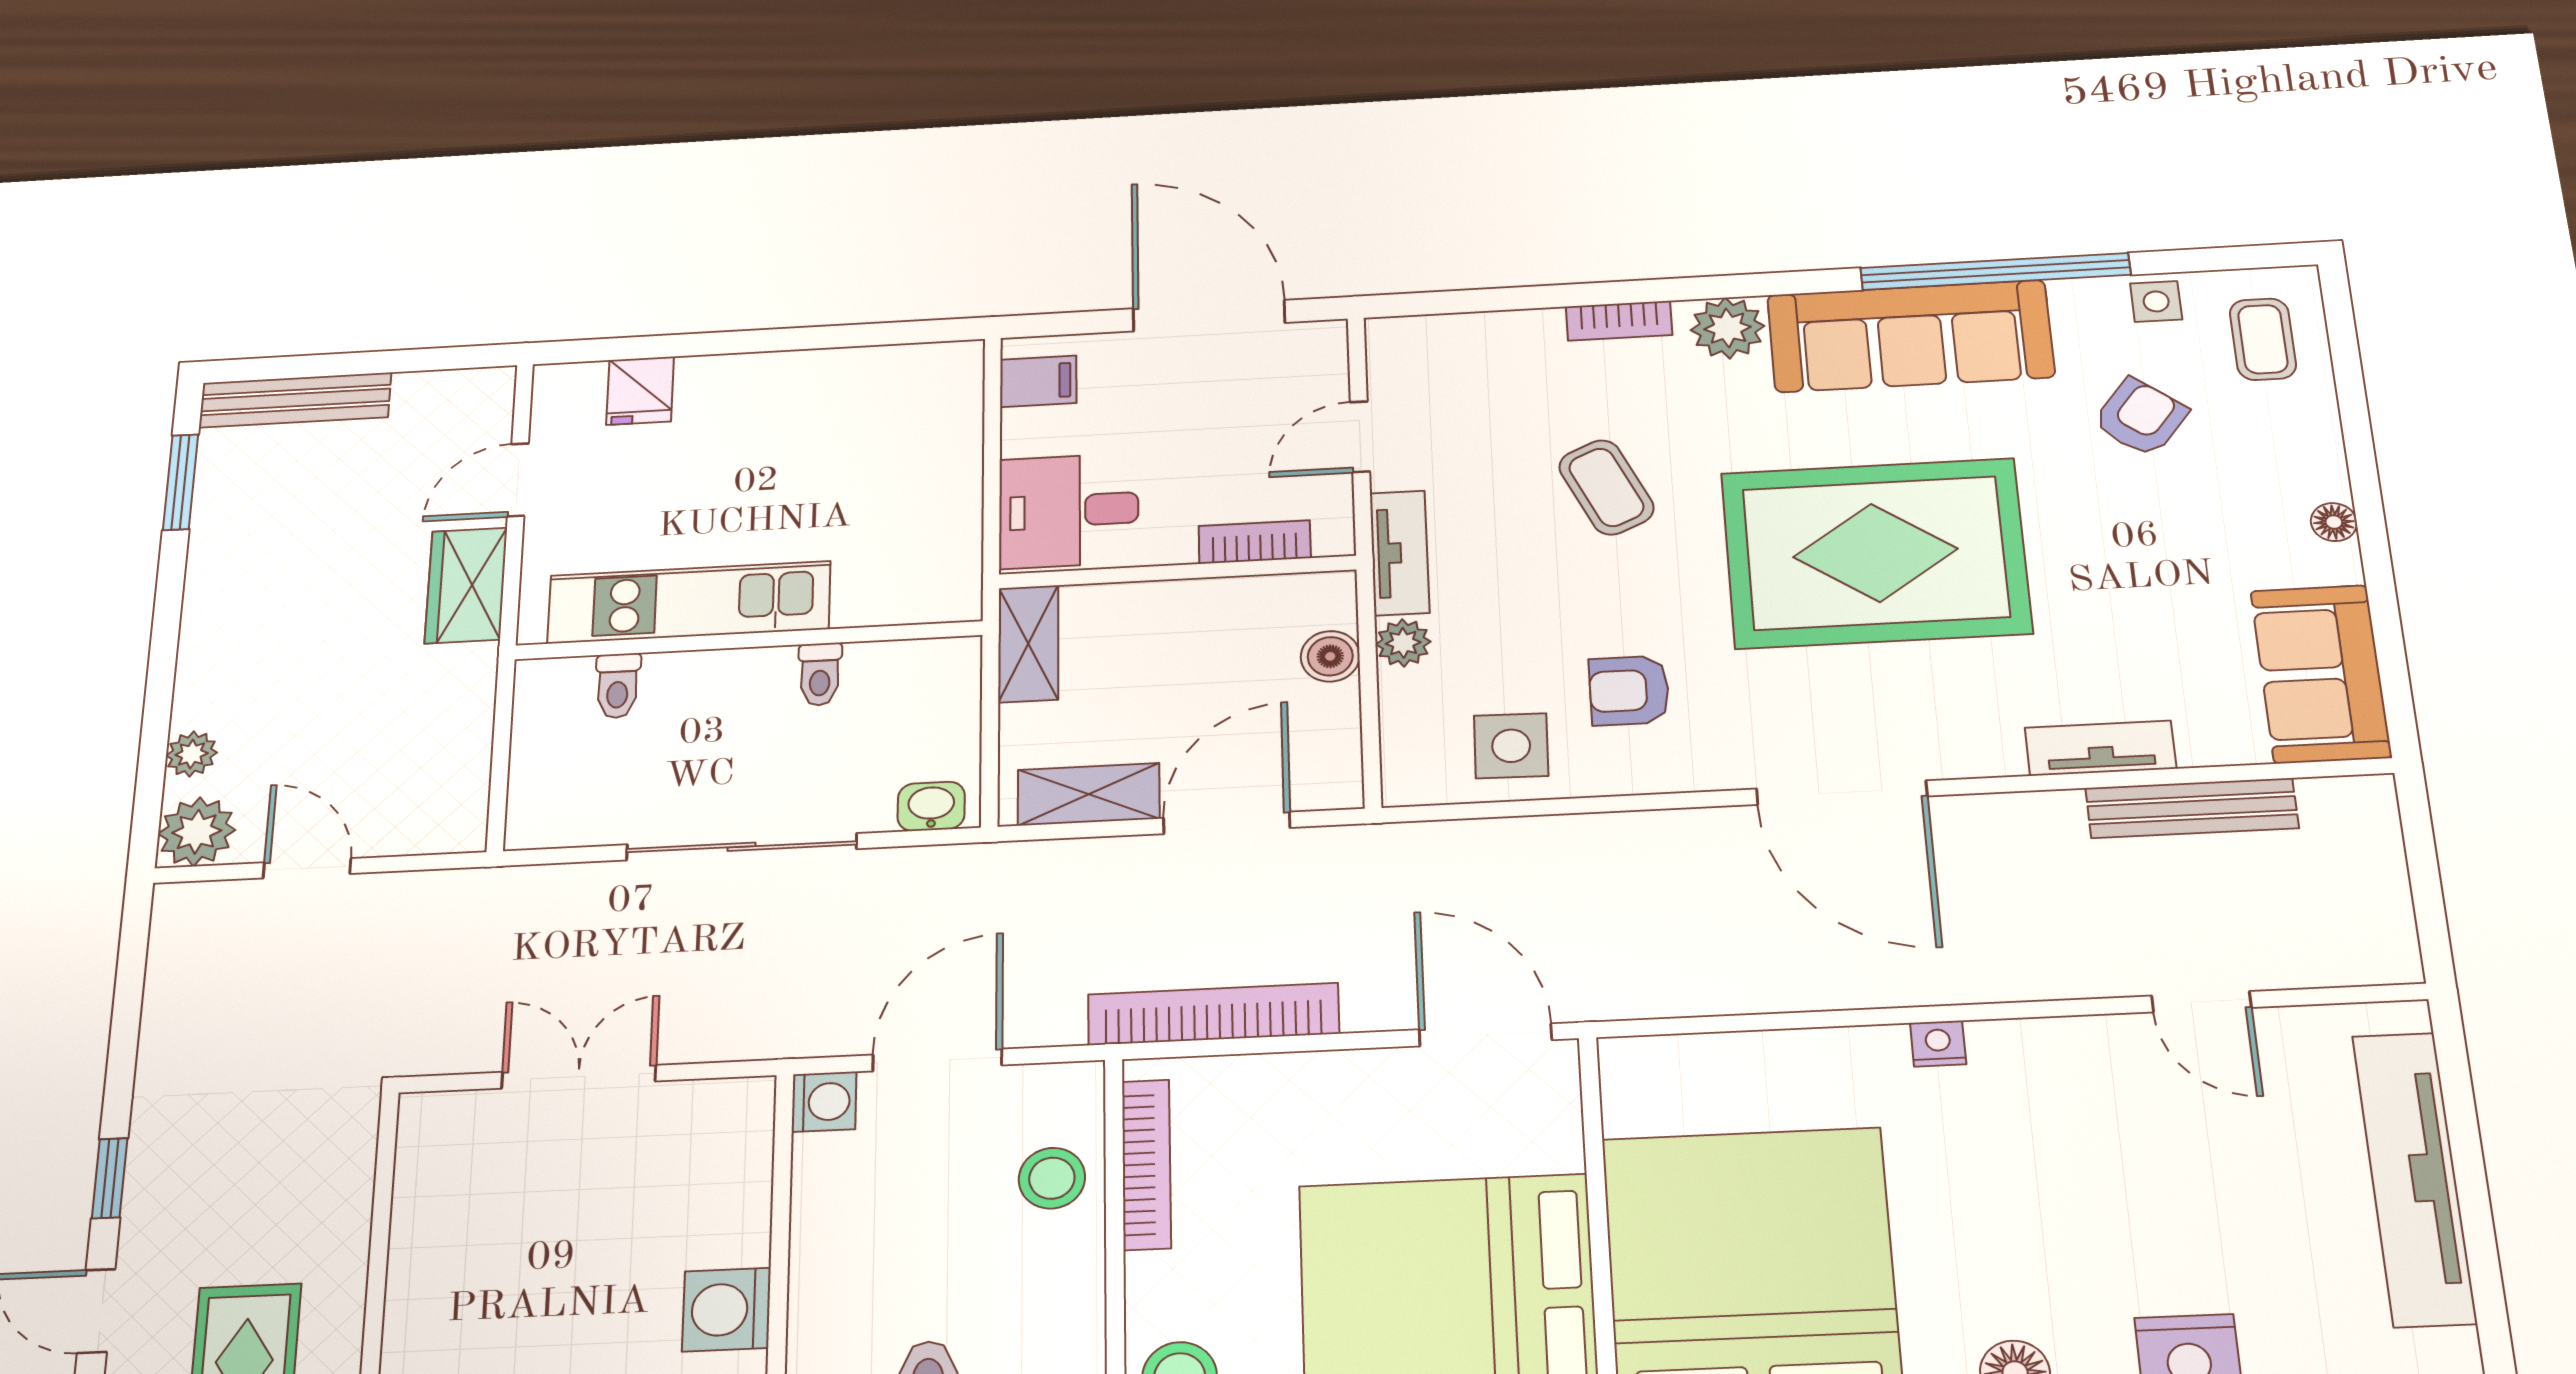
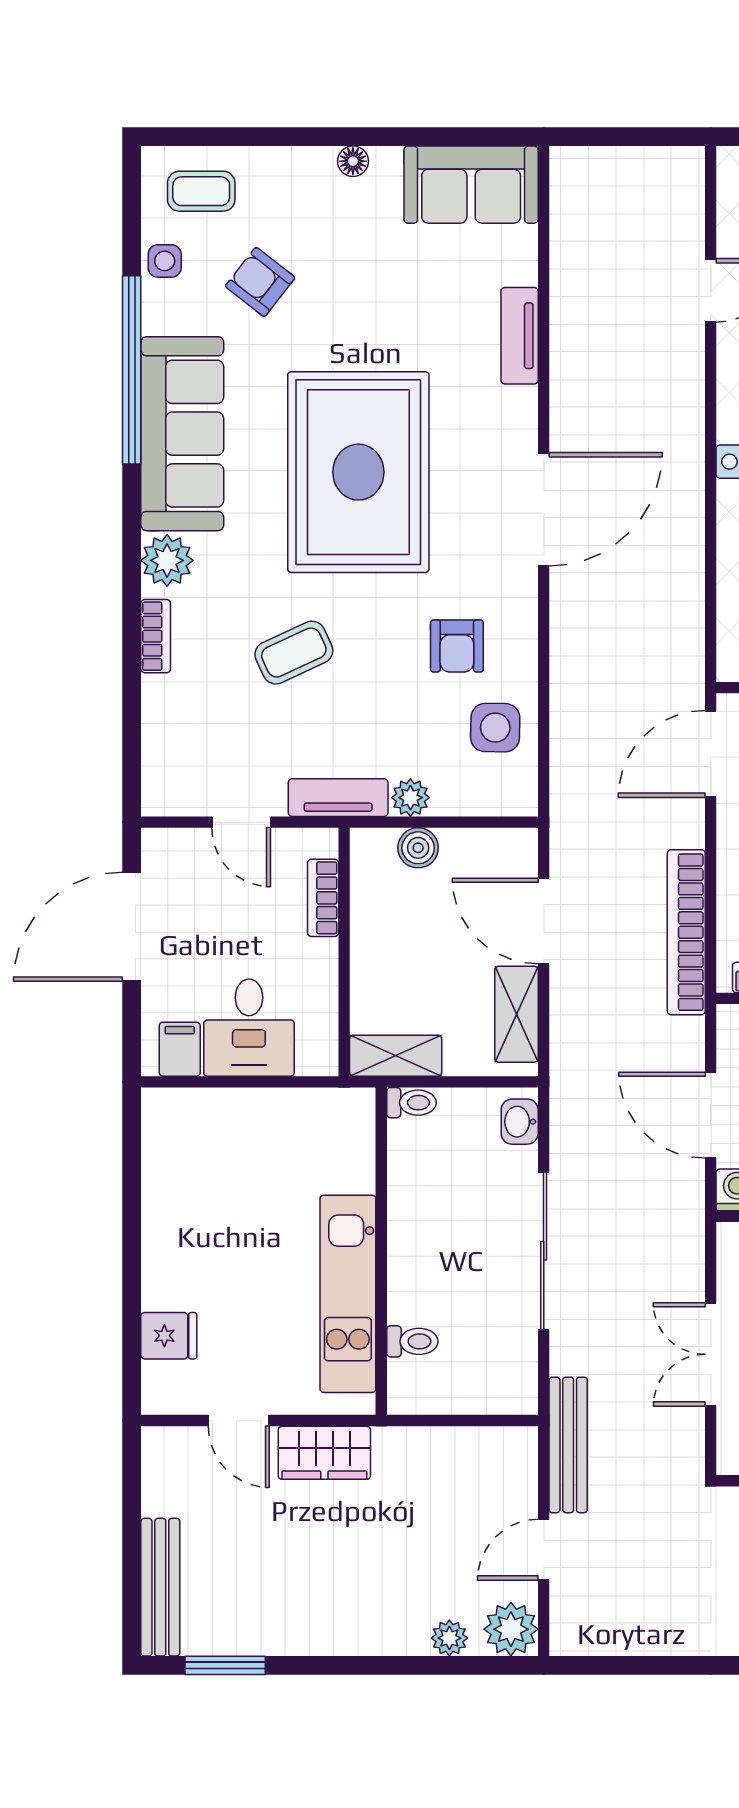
desk: (1069, 511) -> (249, 1028), moved
toilet: (820, 674) -> (412, 1103), moved
bench: (2192, 808) -> (568, 1445), moved

